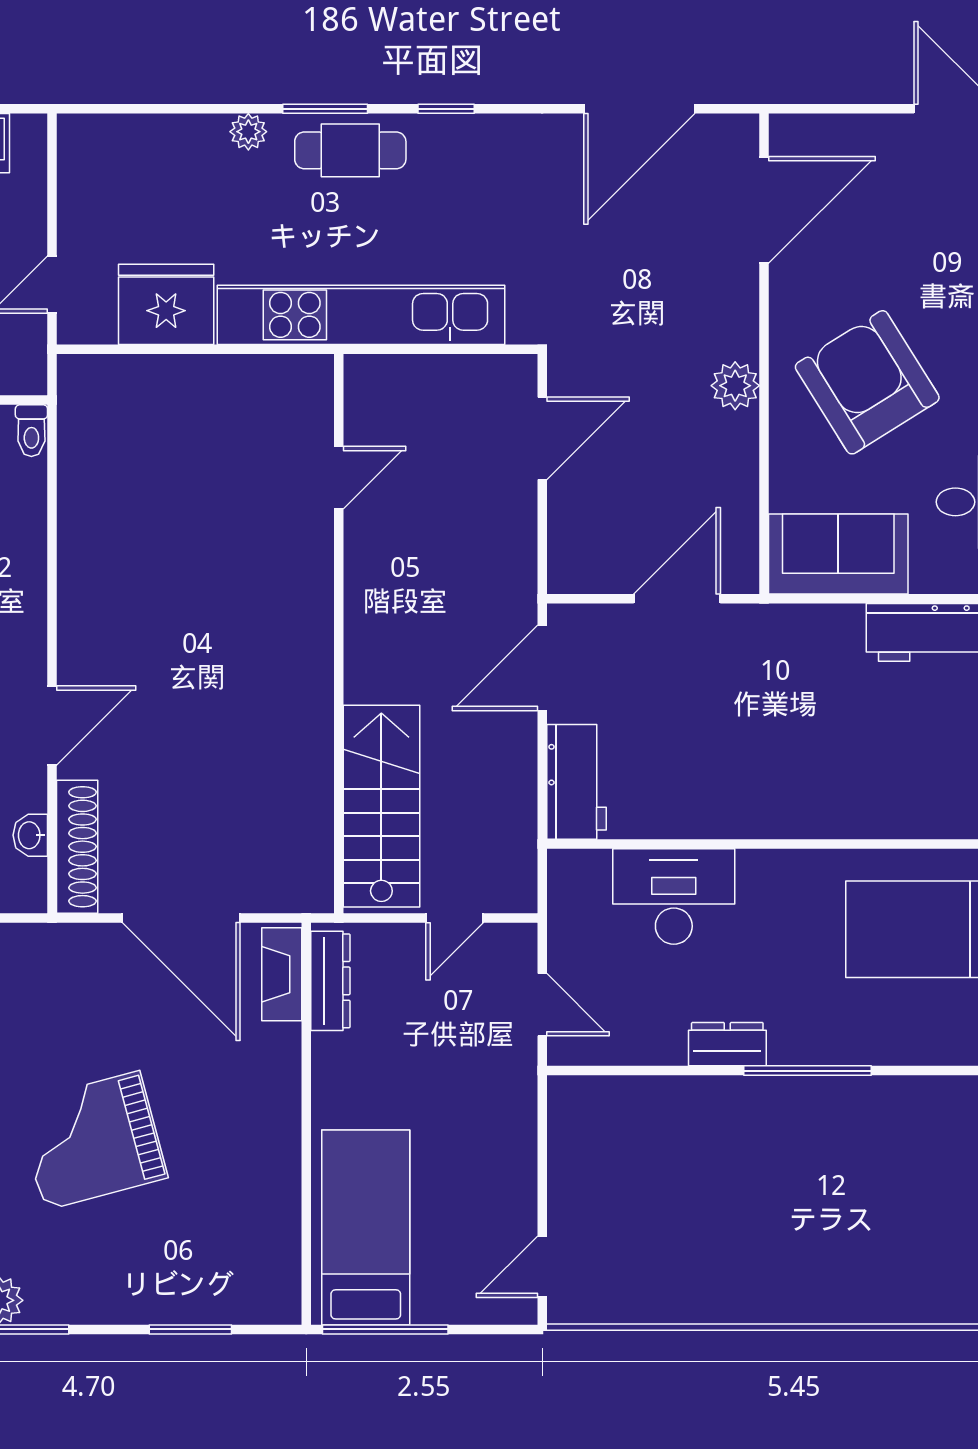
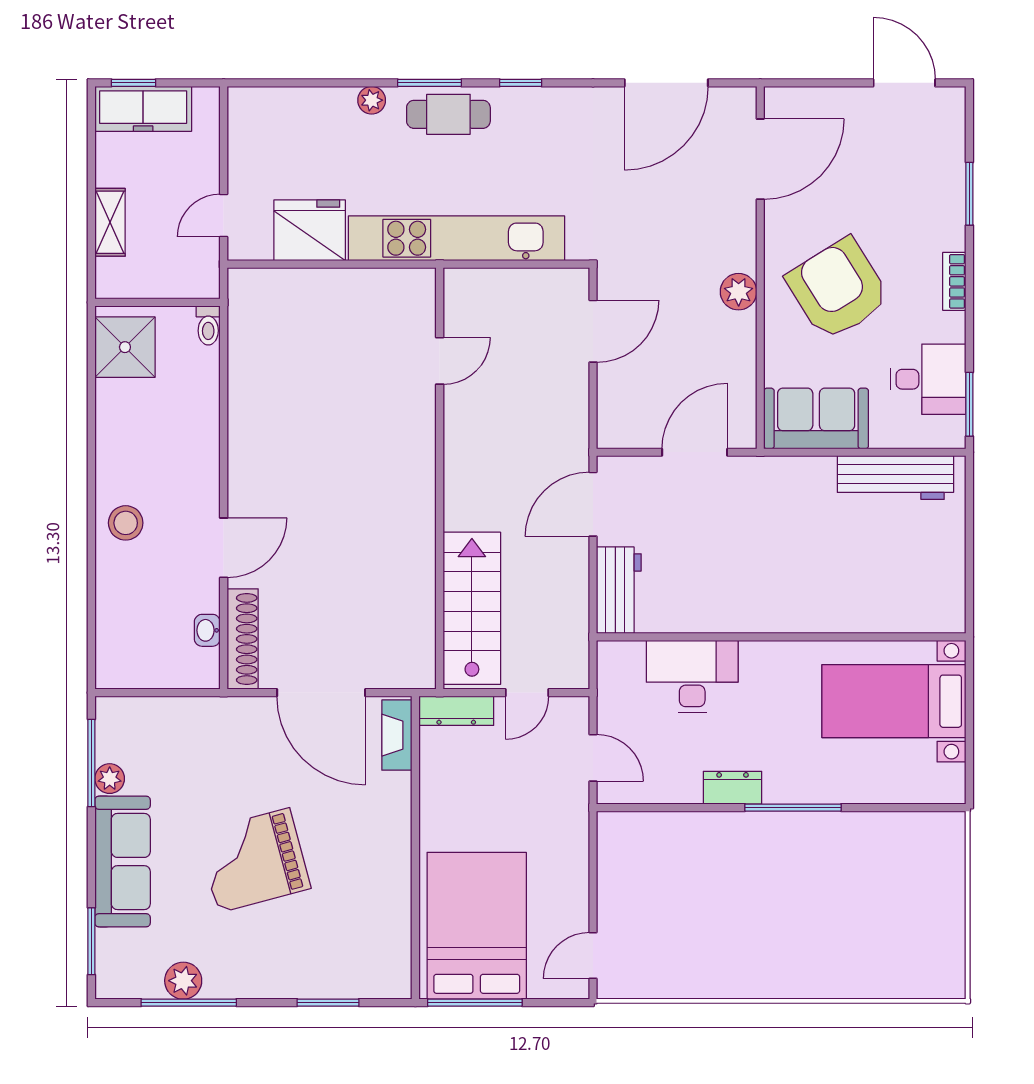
dresser: (330, 981) -> (456, 711), moved, turned 90
bed: (366, 1227) -> (477, 926), width x1.50

